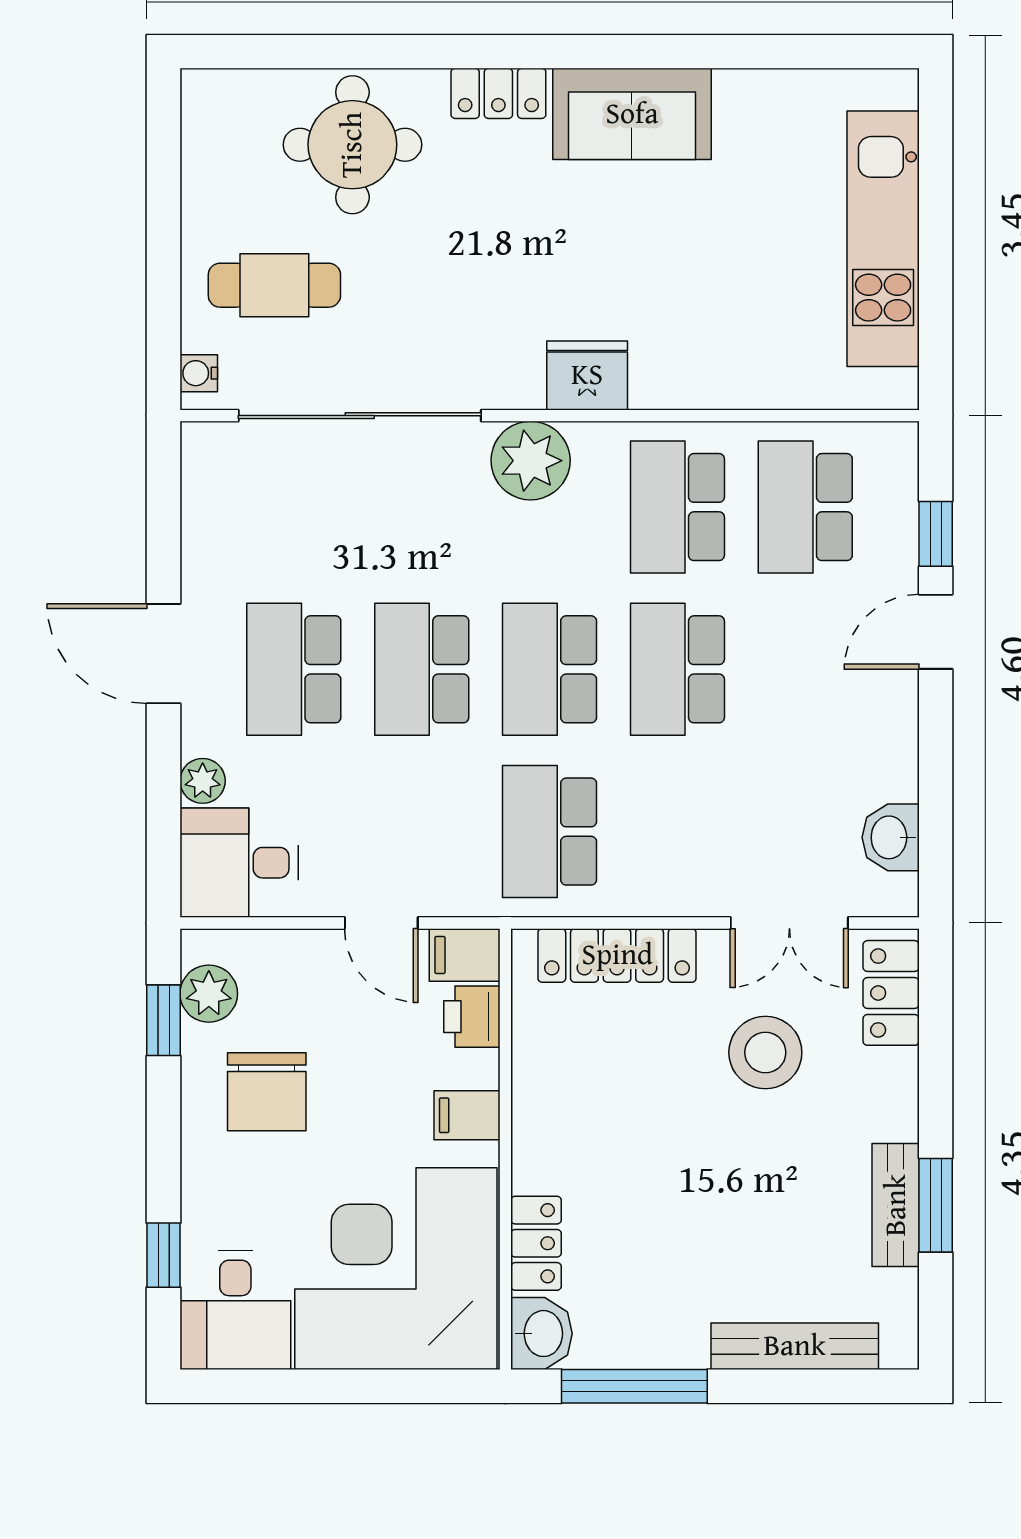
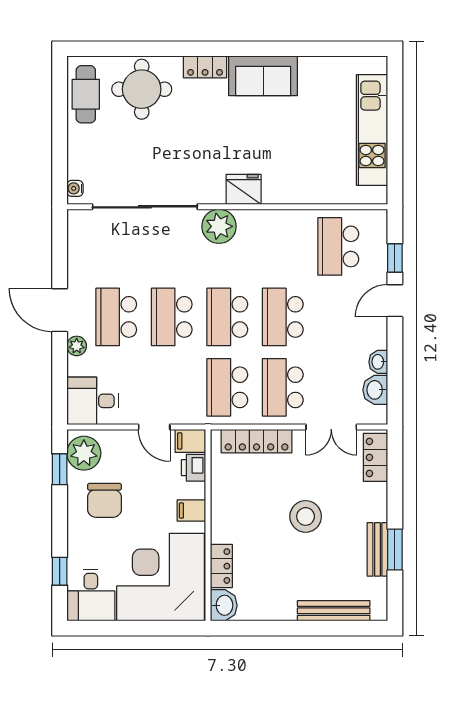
cafe table: (274, 285) -> (86, 94), moved, turned 90
school desk: (677, 507) -> (283, 387), moved
washbasin: (898, 773) -> (378, 362), added
plant: (203, 781) -> (77, 346), moved
plant: (209, 994) -> (84, 453), width x1.36, depth x1.36
stool: (765, 1053) -> (306, 516), moved
window: (634, 1386) -> (264, 628), removed

